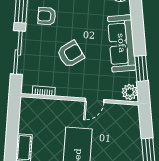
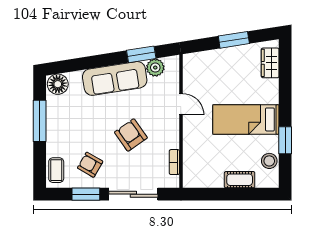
armchair: (47, 16) -> (90, 165), turned 120
plant: (130, 92) -> (155, 68), moved

